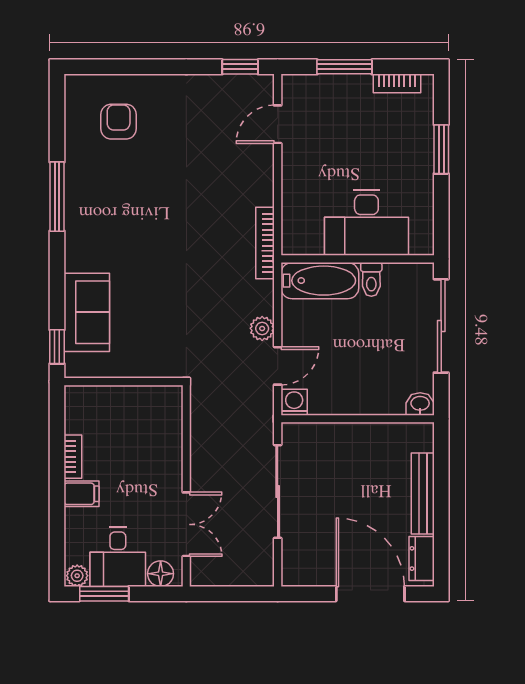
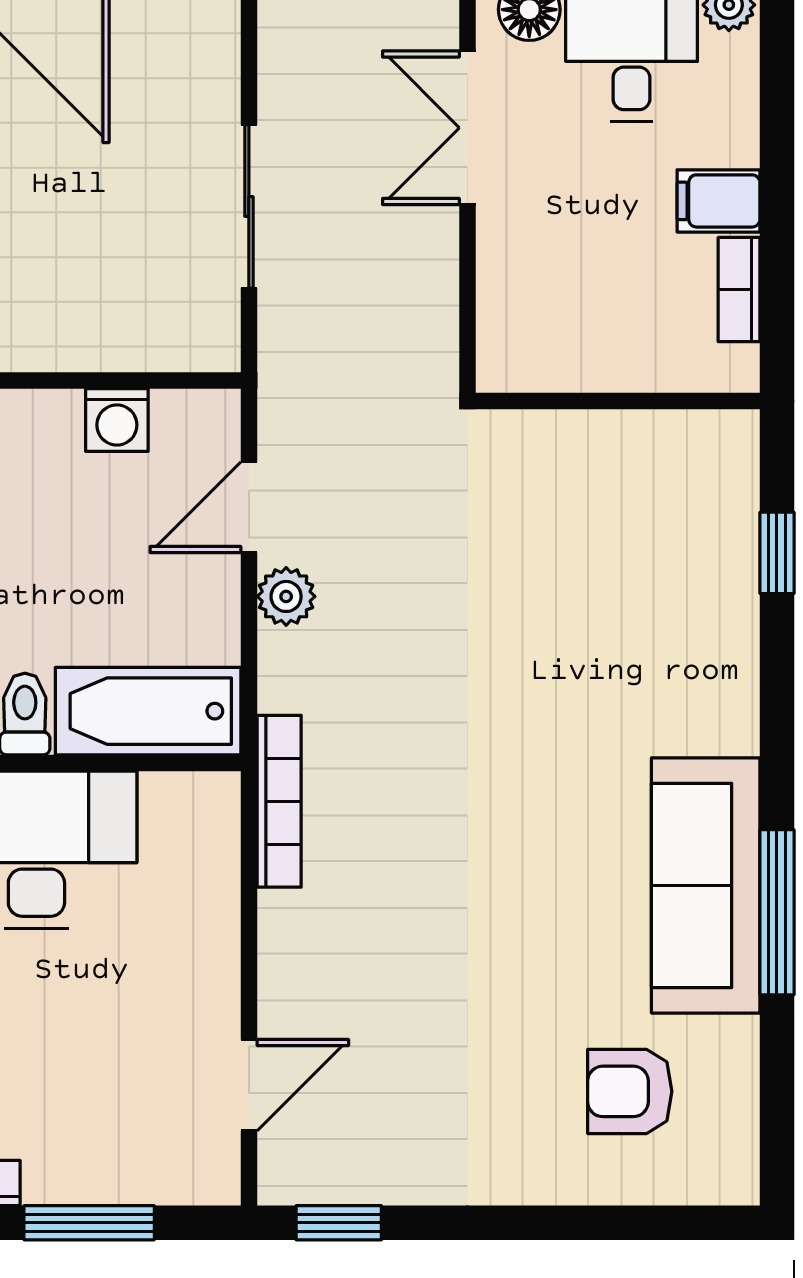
armchair: (119, 122) -> (630, 1091), turned 90
sofa: (87, 312) -> (706, 885), moved, width x1.36
wall: (124, 382) -> (618, 401), moved
washing machine: (294, 402) -> (117, 420), moved
sliding door: (278, 491) -> (249, 206), width x0.73

